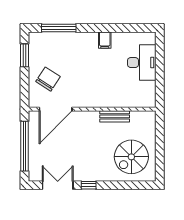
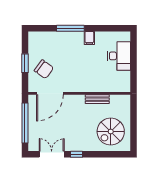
window: (59, 28) -> (70, 28), moved
window: (24, 55) -> (25, 63), moved
chair: (48, 79) -> (44, 69), turned 93

